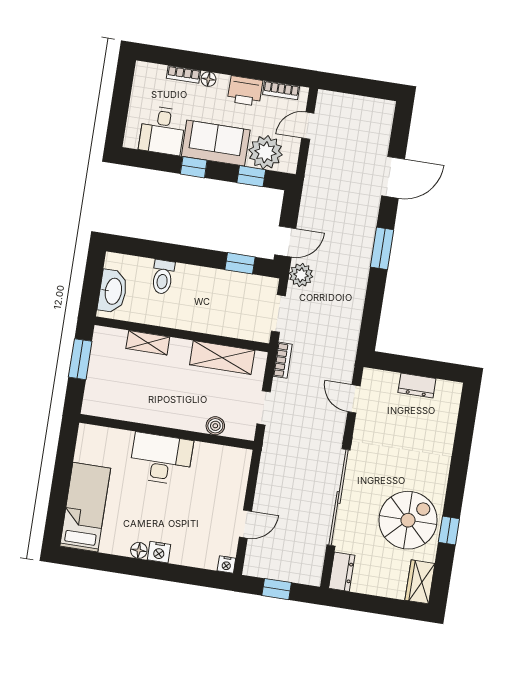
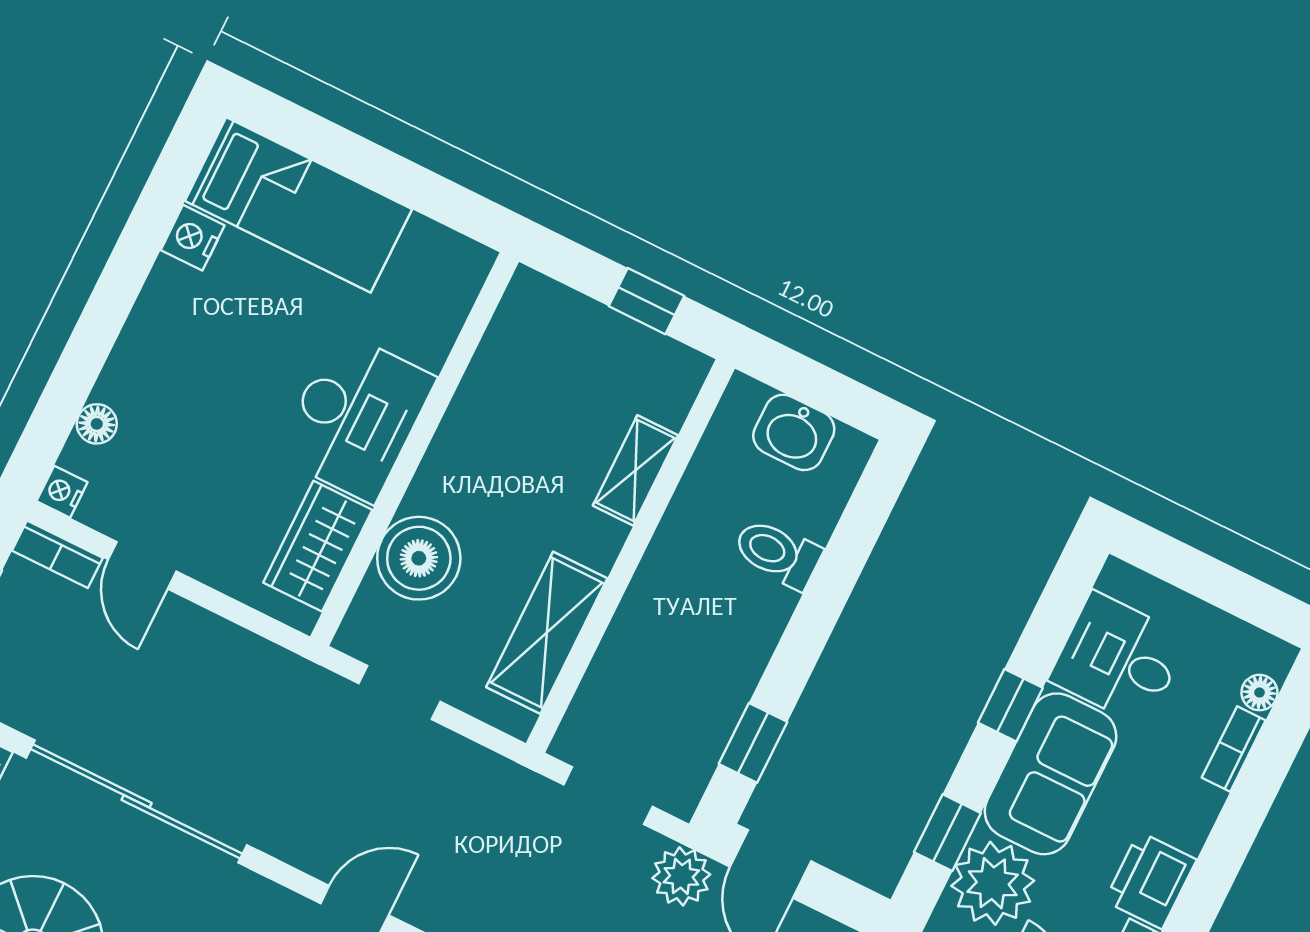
floor lamp: (208, 79) -> (1259, 693), moved
washbasin: (113, 291) -> (794, 432), width x0.72
window: (80, 359) -> (647, 301), width x0.67
bookcase: (283, 360) -> (57, 554), moved
boiler: (215, 426) -> (419, 558), width x1.86, depth x1.86
wardrobe: (216, 458) -> (318, 546), added
floor lamp: (139, 550) -> (97, 424), moved
nightstand: (159, 552) -> (193, 238), moved

